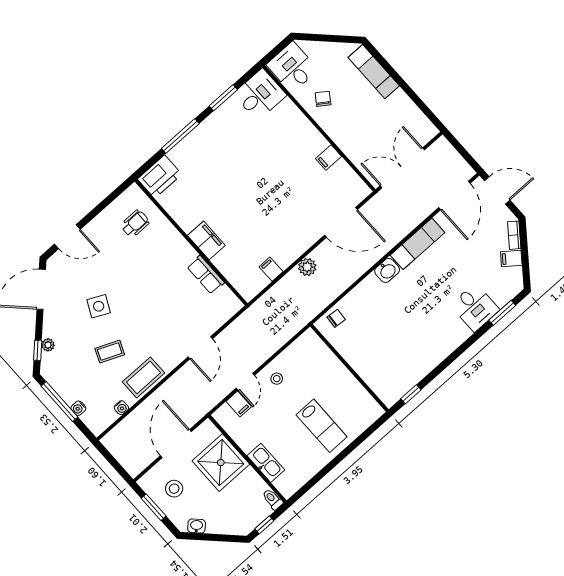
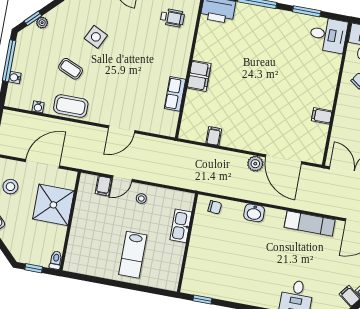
plant: (307, 267) -> (255, 164), moved
washbasin: (387, 270) -> (254, 213), moved
kitchen sink: (266, 463) -> (181, 226), moved, turned 180

